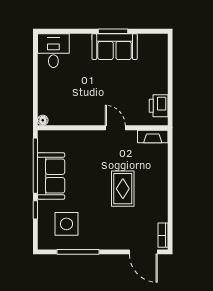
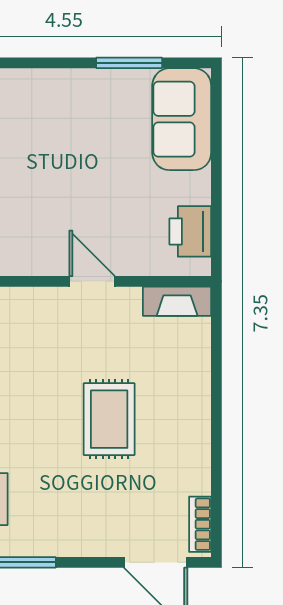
window: (113, 31) -> (129, 63), moved
sofa: (115, 47) -> (182, 119), moved, turned 90

